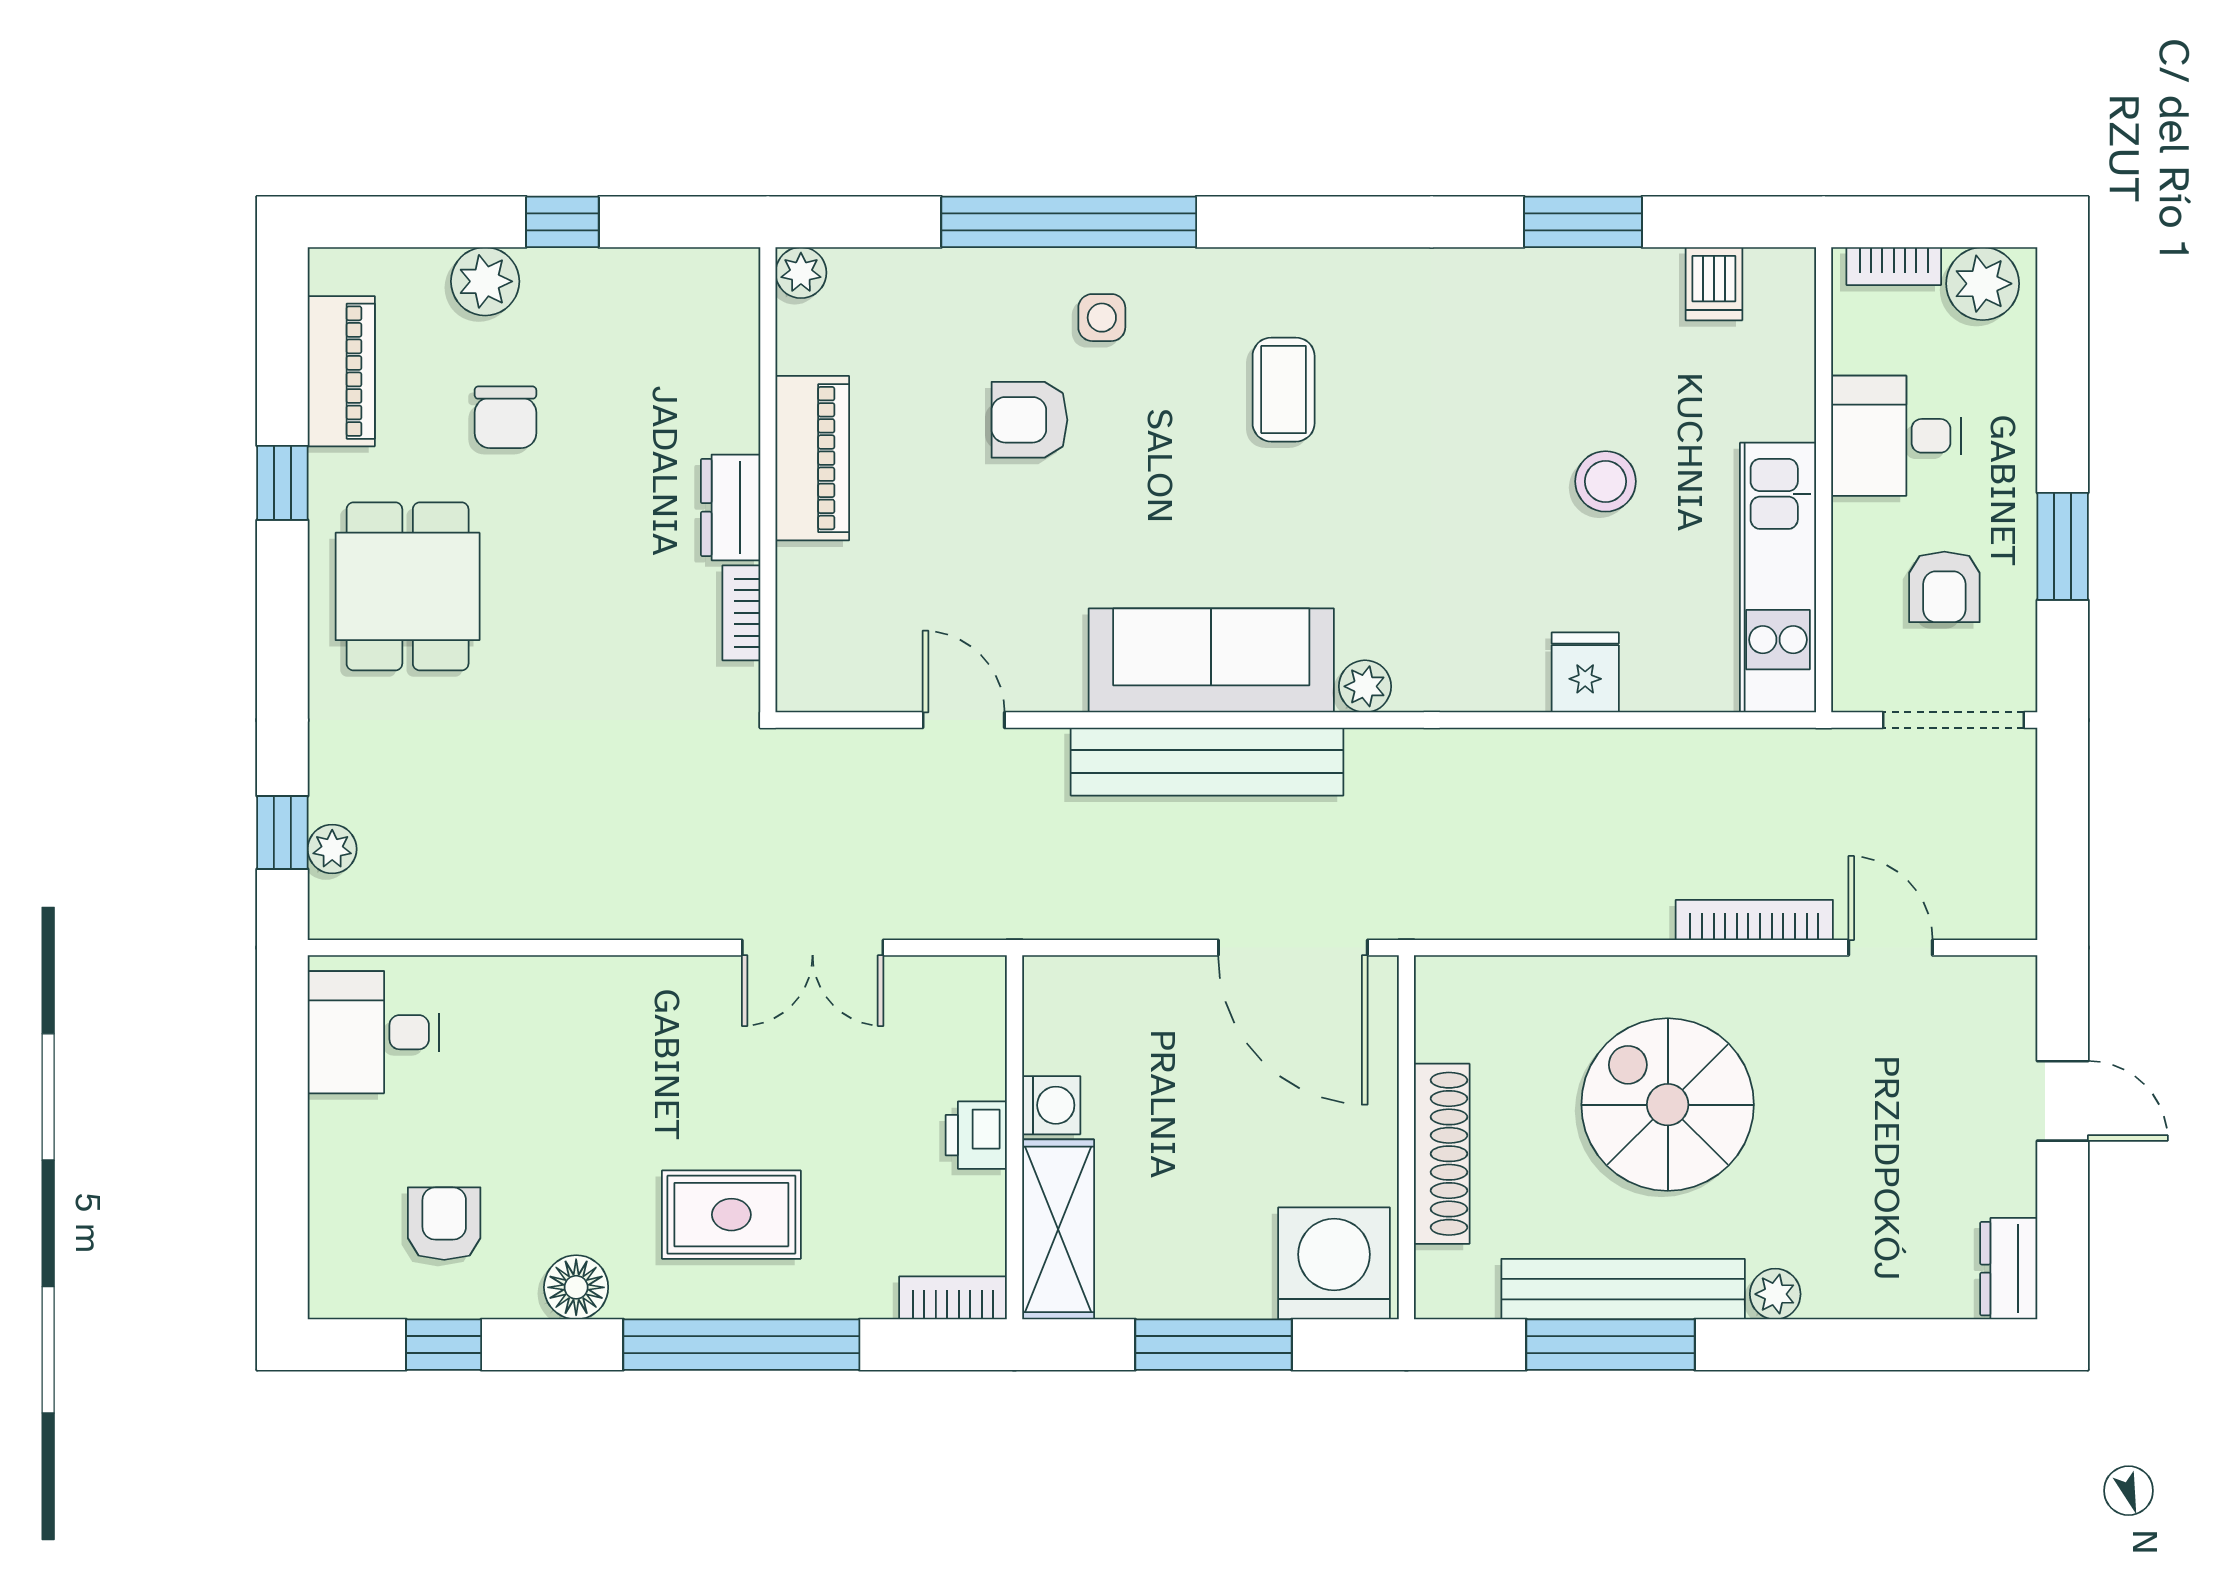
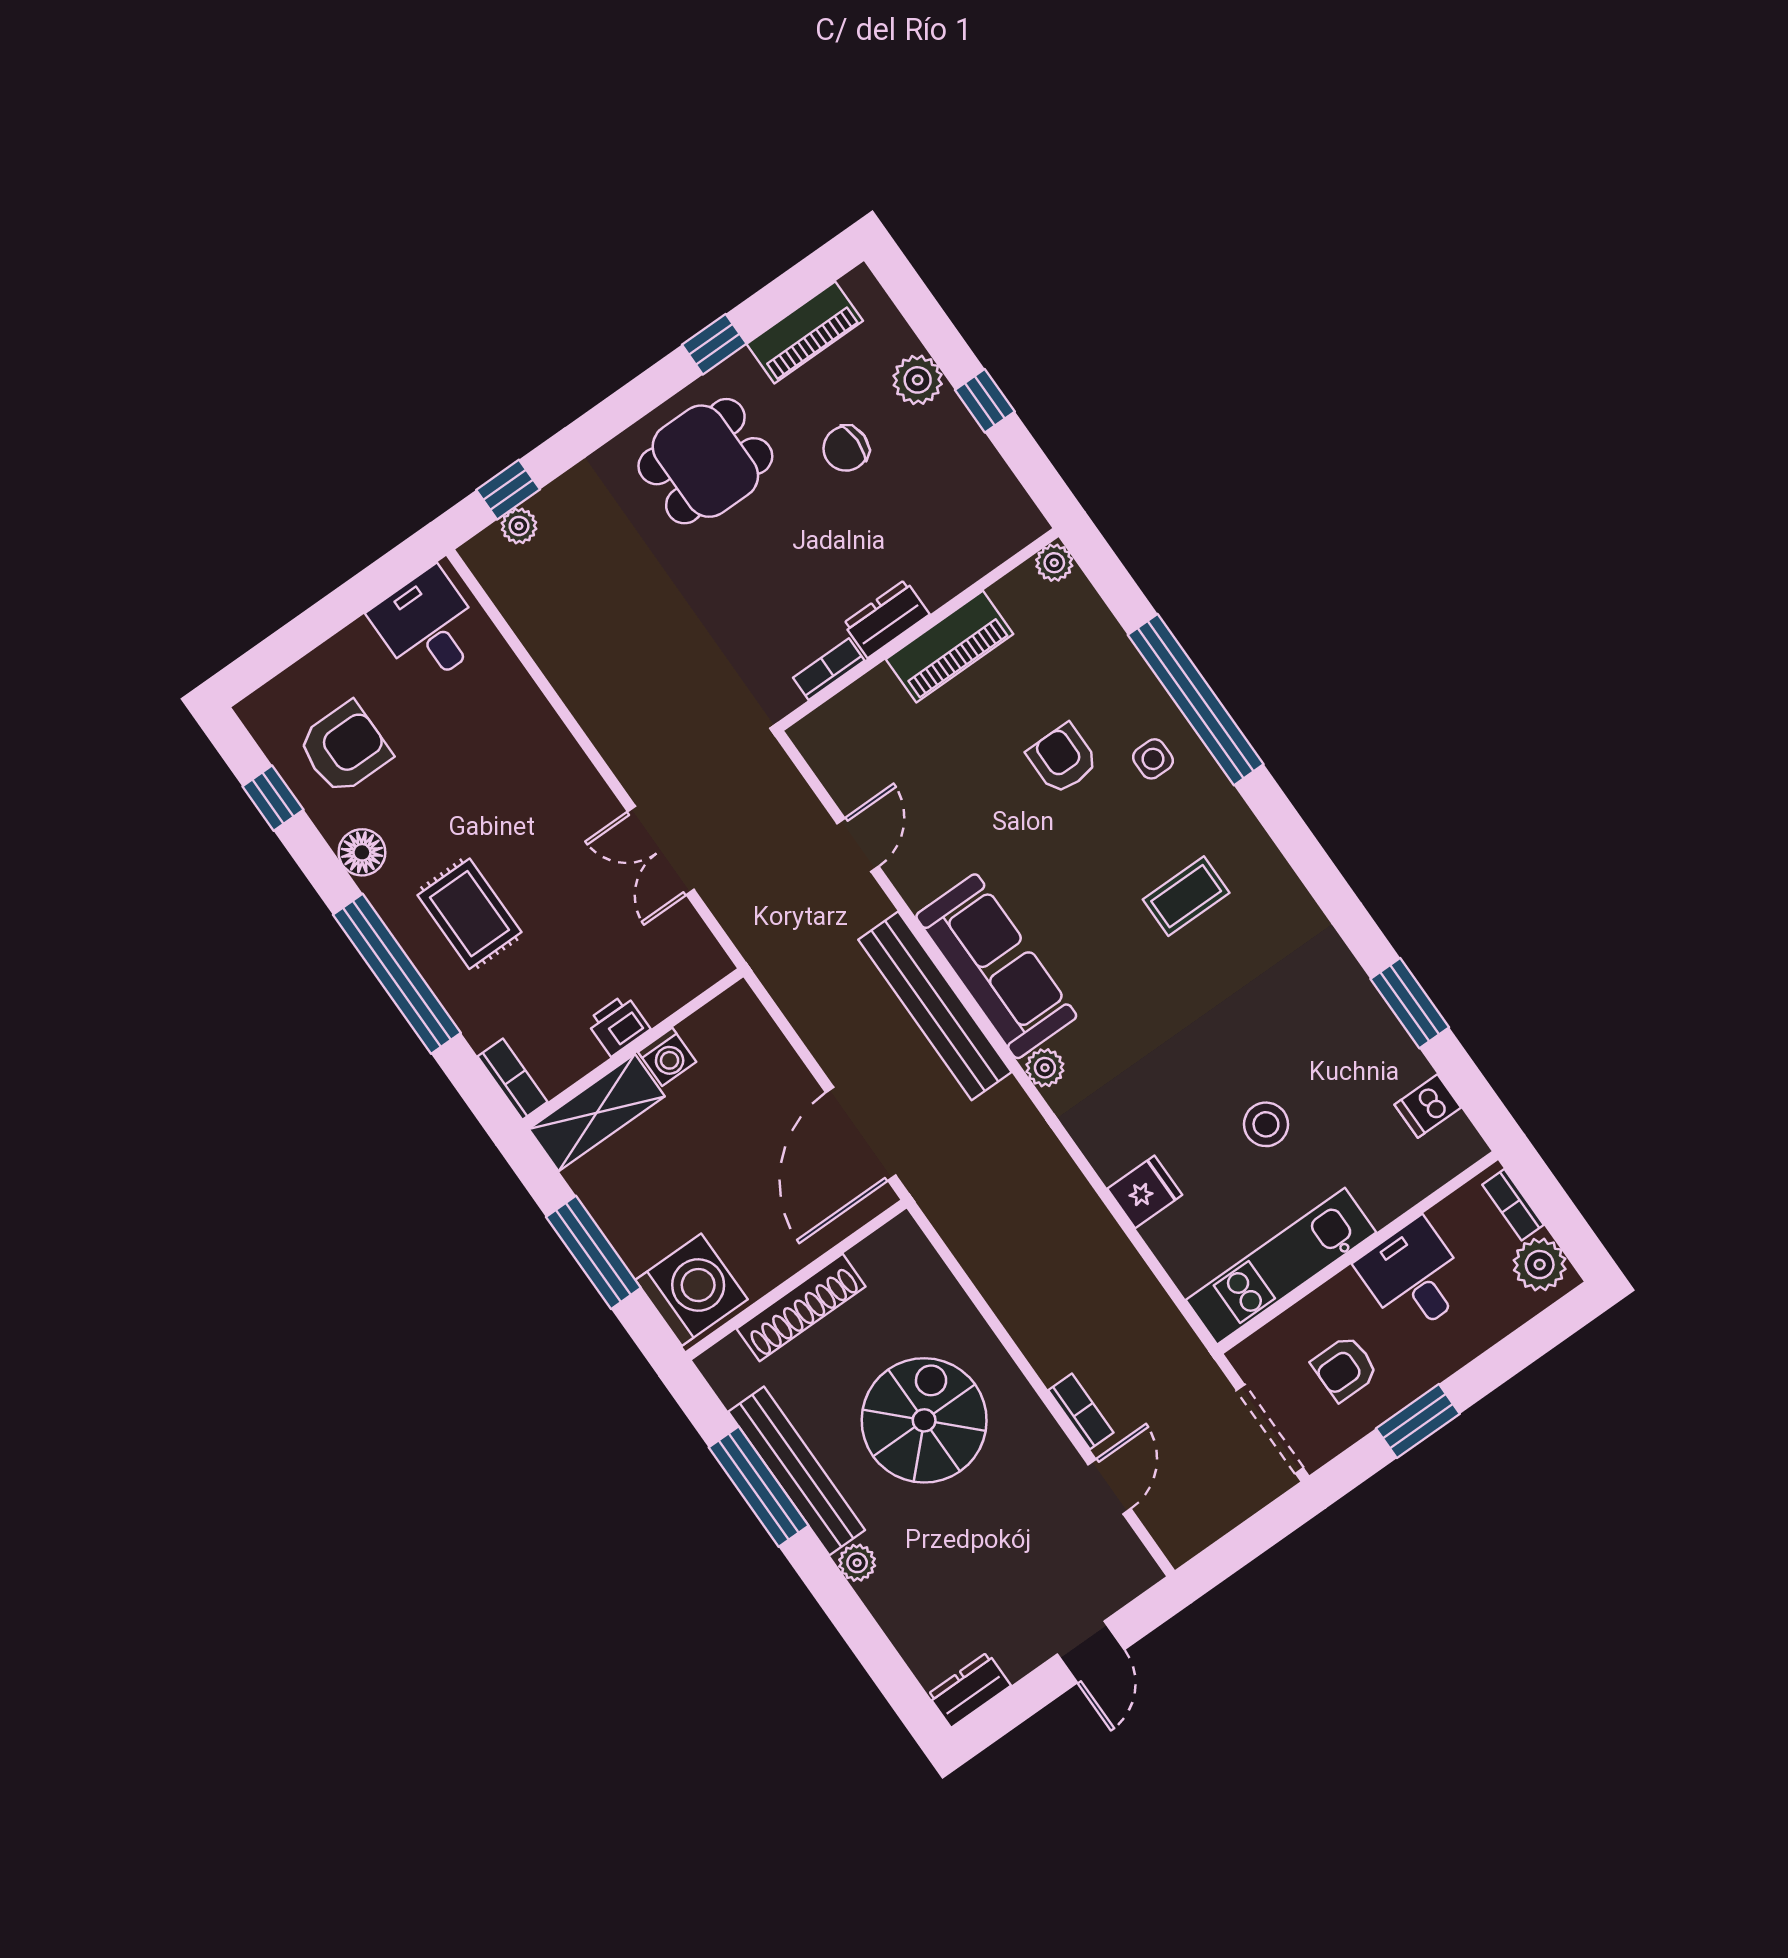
bookcase: (1754, 920) -> (1081, 1411), width x0.64
armchair: (444, 1224) -> (345, 748), width x1.38, depth x1.38

